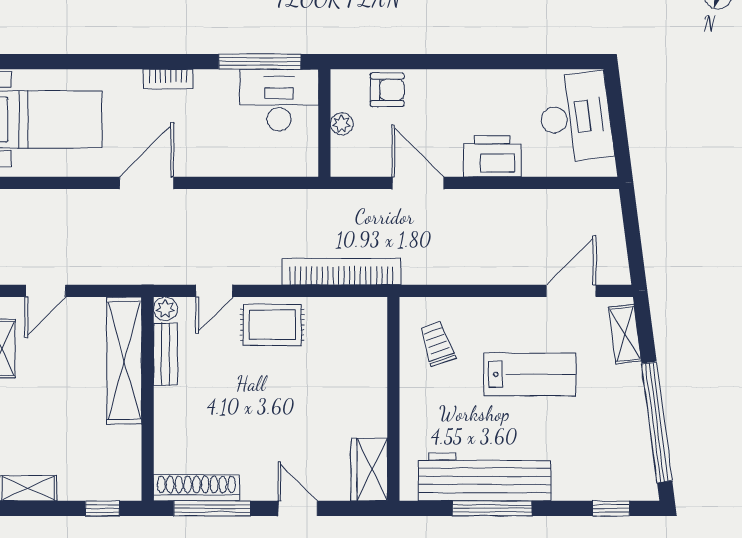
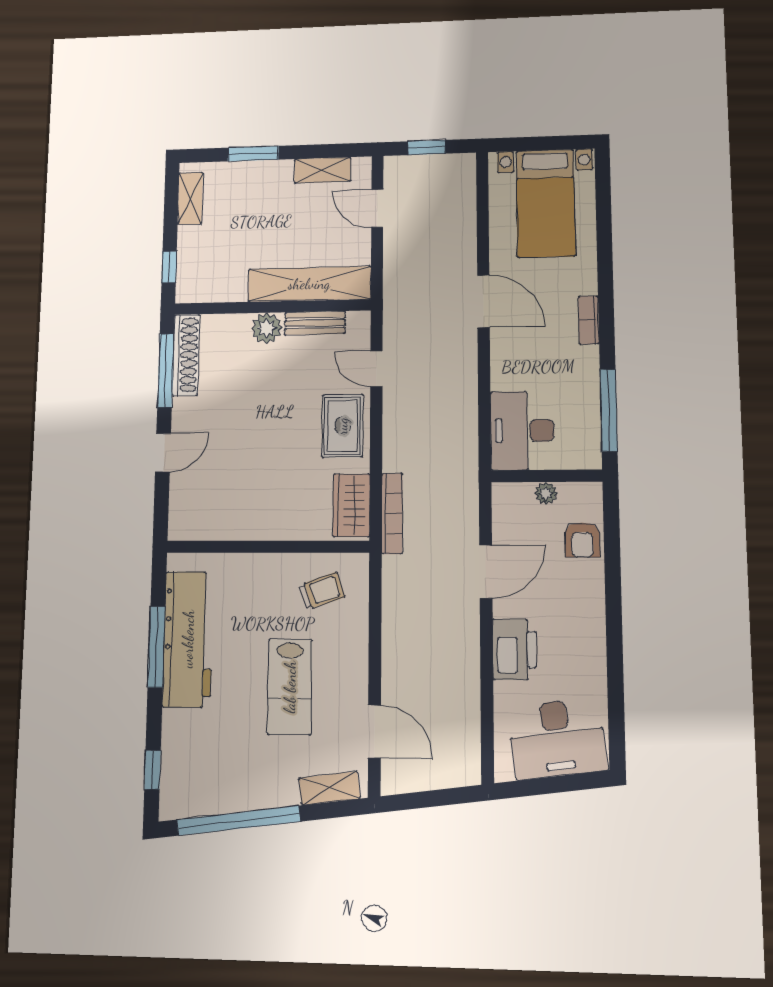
desk: (279, 100) -> (522, 431), moved, turned 180
bookcase: (342, 272) -> (392, 513), width x0.68, depth x0.76
plant: (165, 309) -> (267, 328), moved, width x1.38, depth x1.38
wardrobe: (369, 469) -> (351, 505), moved, turned -90

